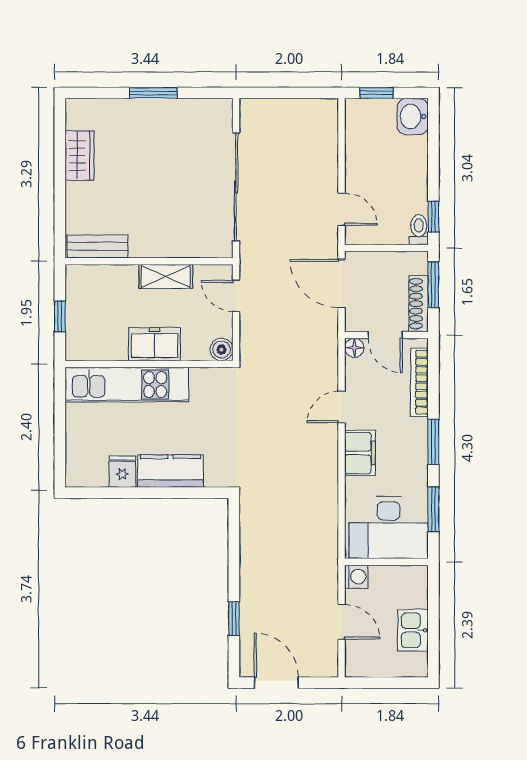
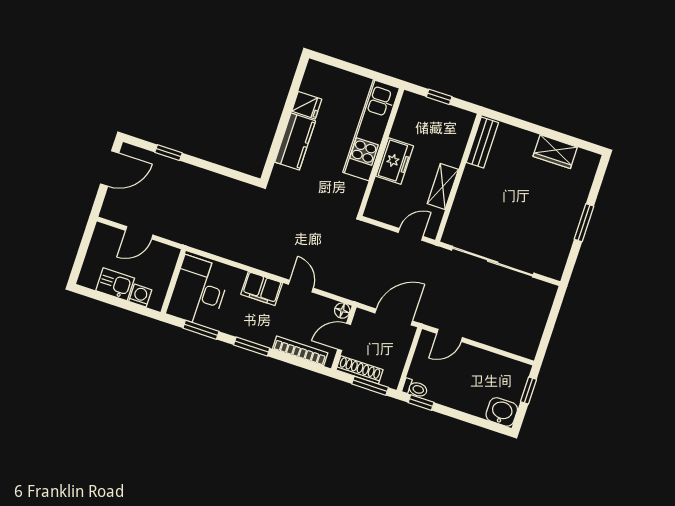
boiler: (222, 349) -> (374, 210), removed
washing machine: (356, 577) -> (140, 296), moved, turned 180

